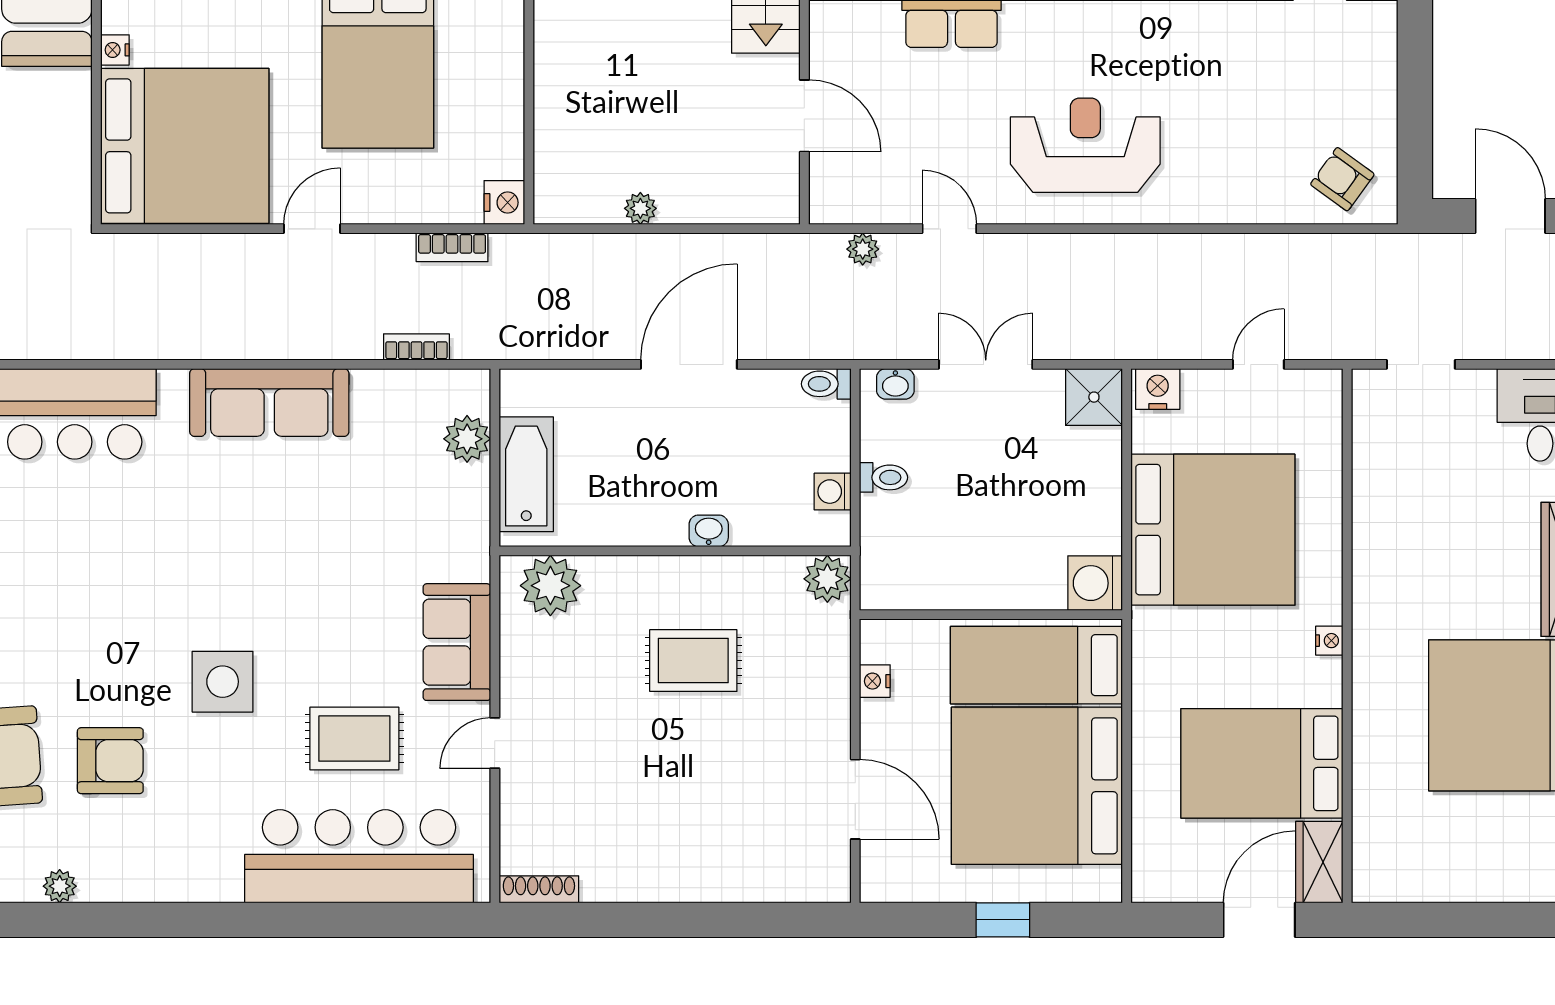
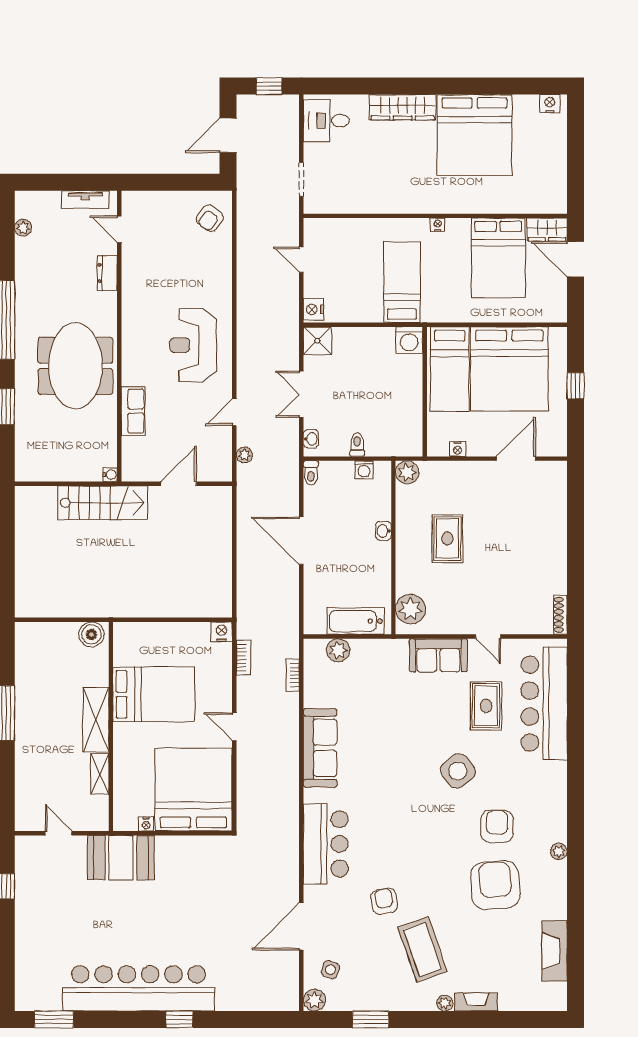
plant: (640, 208) -> (224, 565), removed
bed: (1213, 530) -> (402, 282), width x0.49
side table: (223, 682) -> (458, 771), turned -38

